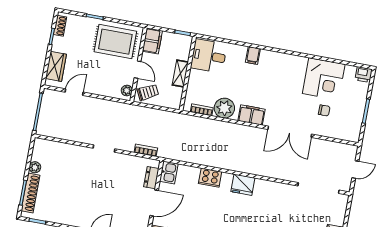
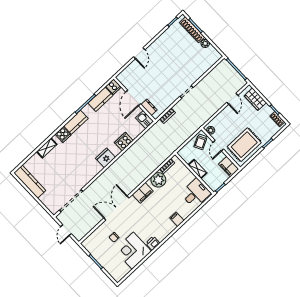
door: (138, 70) -> (218, 146), hinge flipped
printer: (364, 75) -> (153, 243), moved

